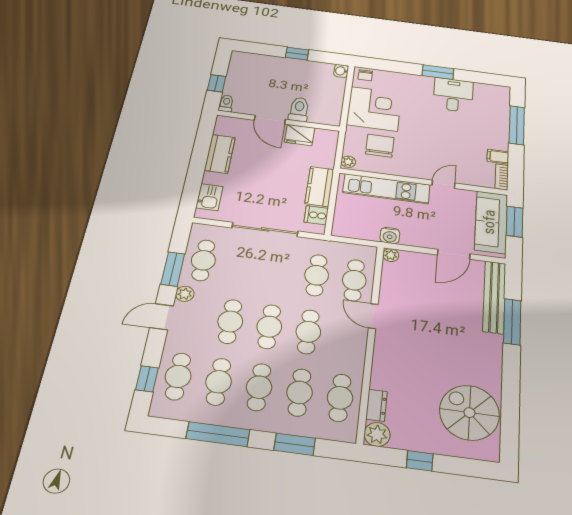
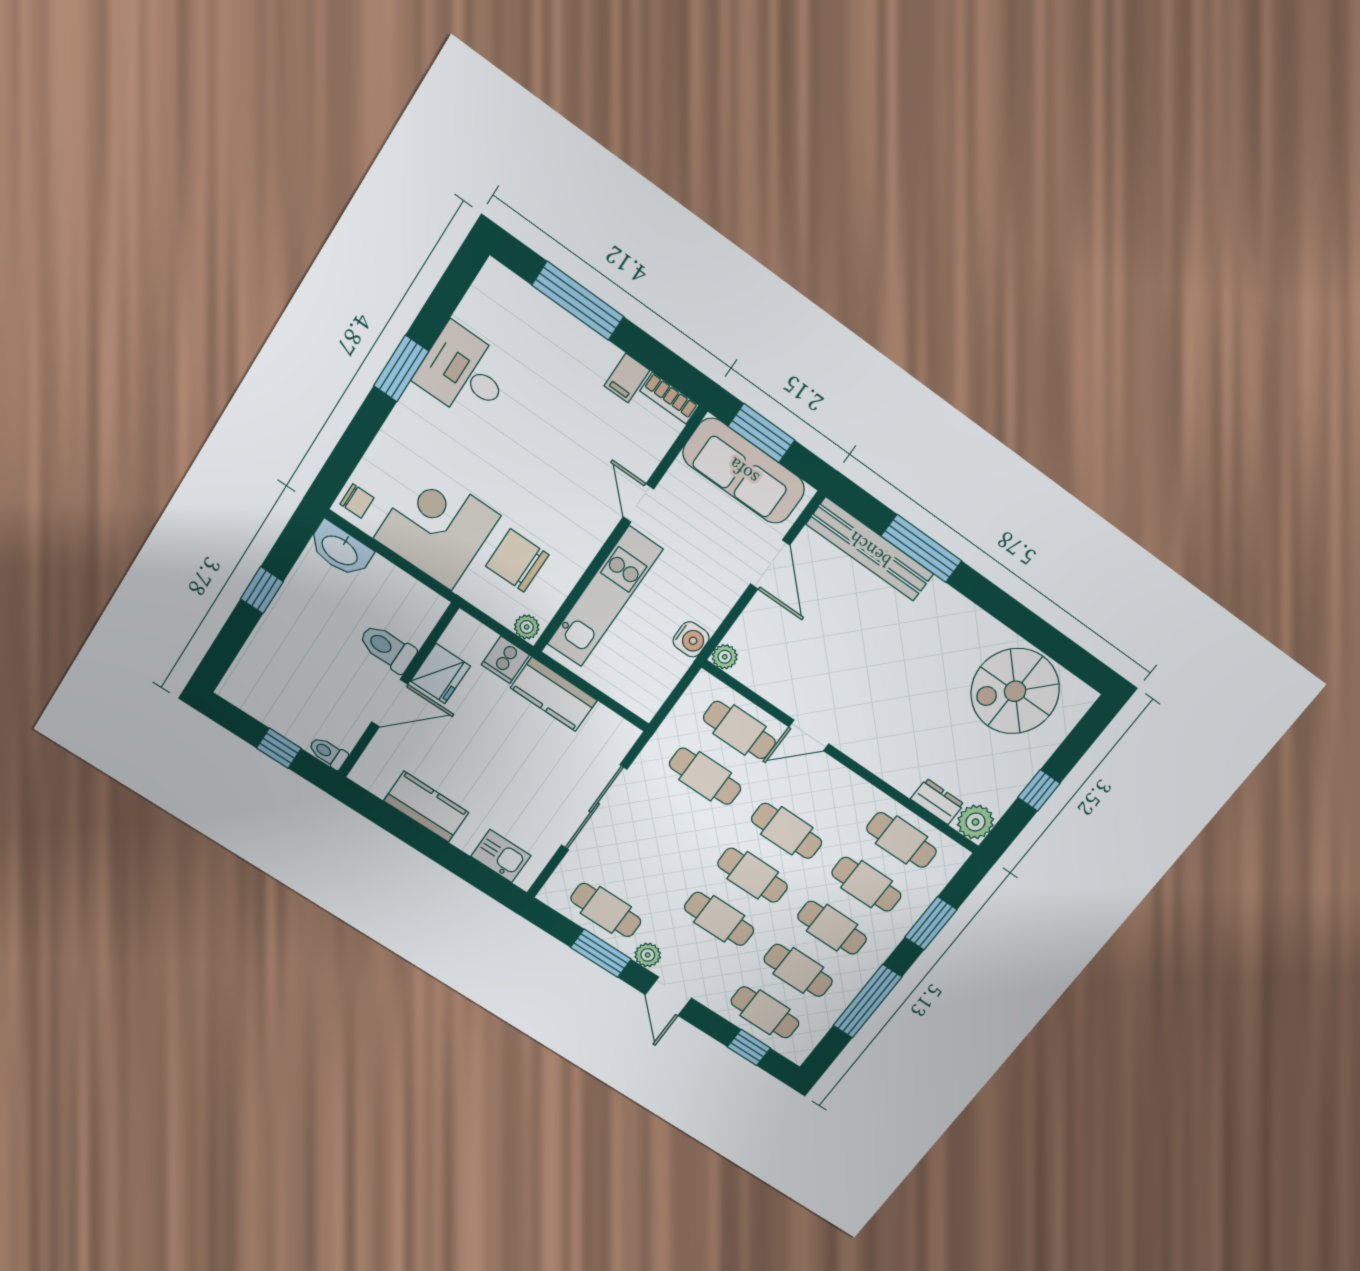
washbasin: (341, 71) -> (340, 550), width x1.91, depth x1.45
cooker: (316, 215) -> (505, 660), moved

